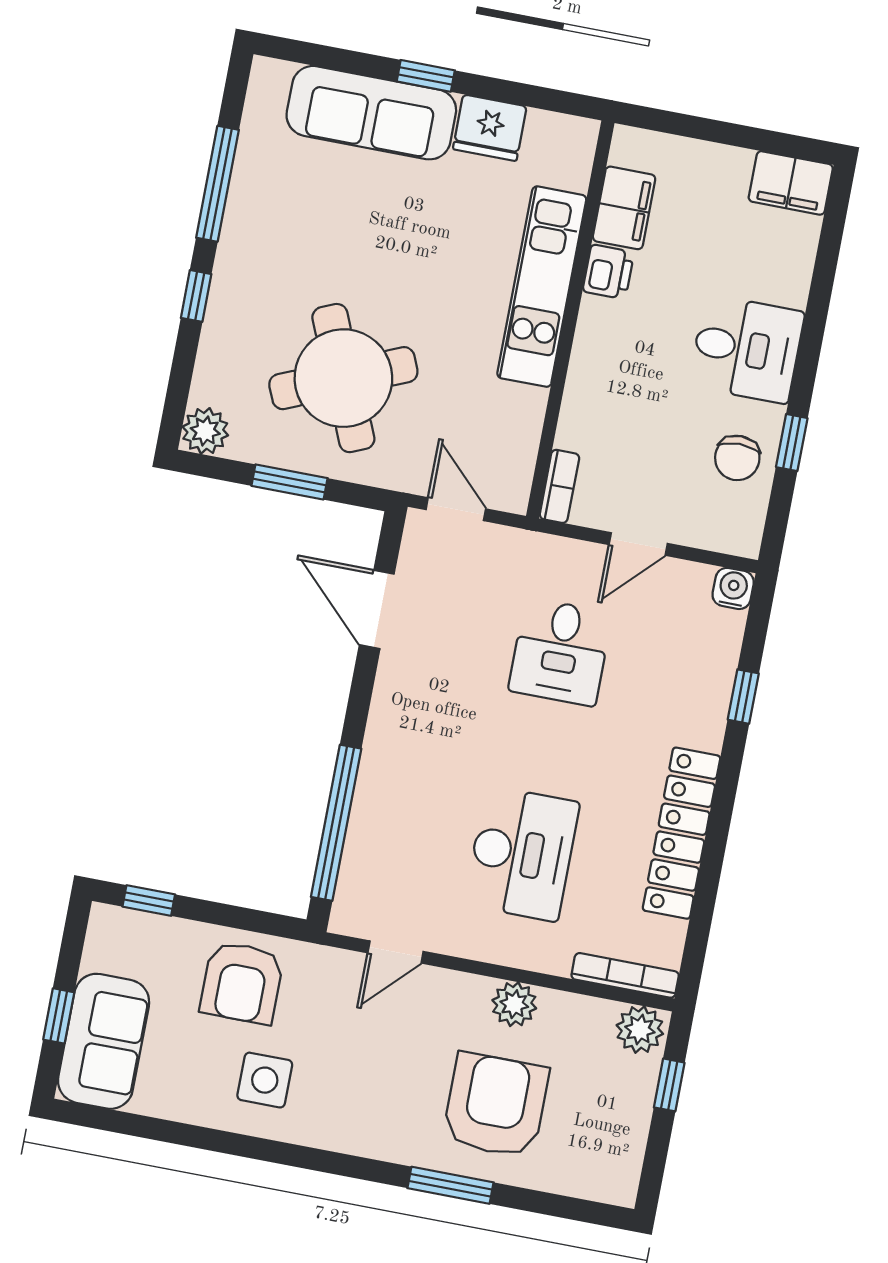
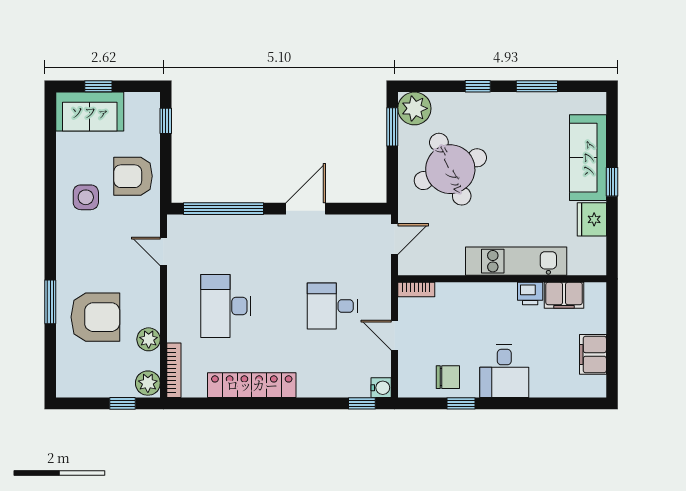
filing cabinet: (791, 183) -> (593, 354), moved
window: (218, 184) -> (537, 86), width x0.69
plant: (205, 431) -> (414, 108), width x1.36, depth x1.36
chair: (737, 458) -> (448, 377), turned 180
window: (289, 482) -> (392, 127), moved
door: (377, 609) -> (306, 209), moved
window: (743, 697) -> (362, 403), moved
desk: (522, 854) -> (226, 306), turned 90
plant: (514, 1004) -> (149, 339), moved

